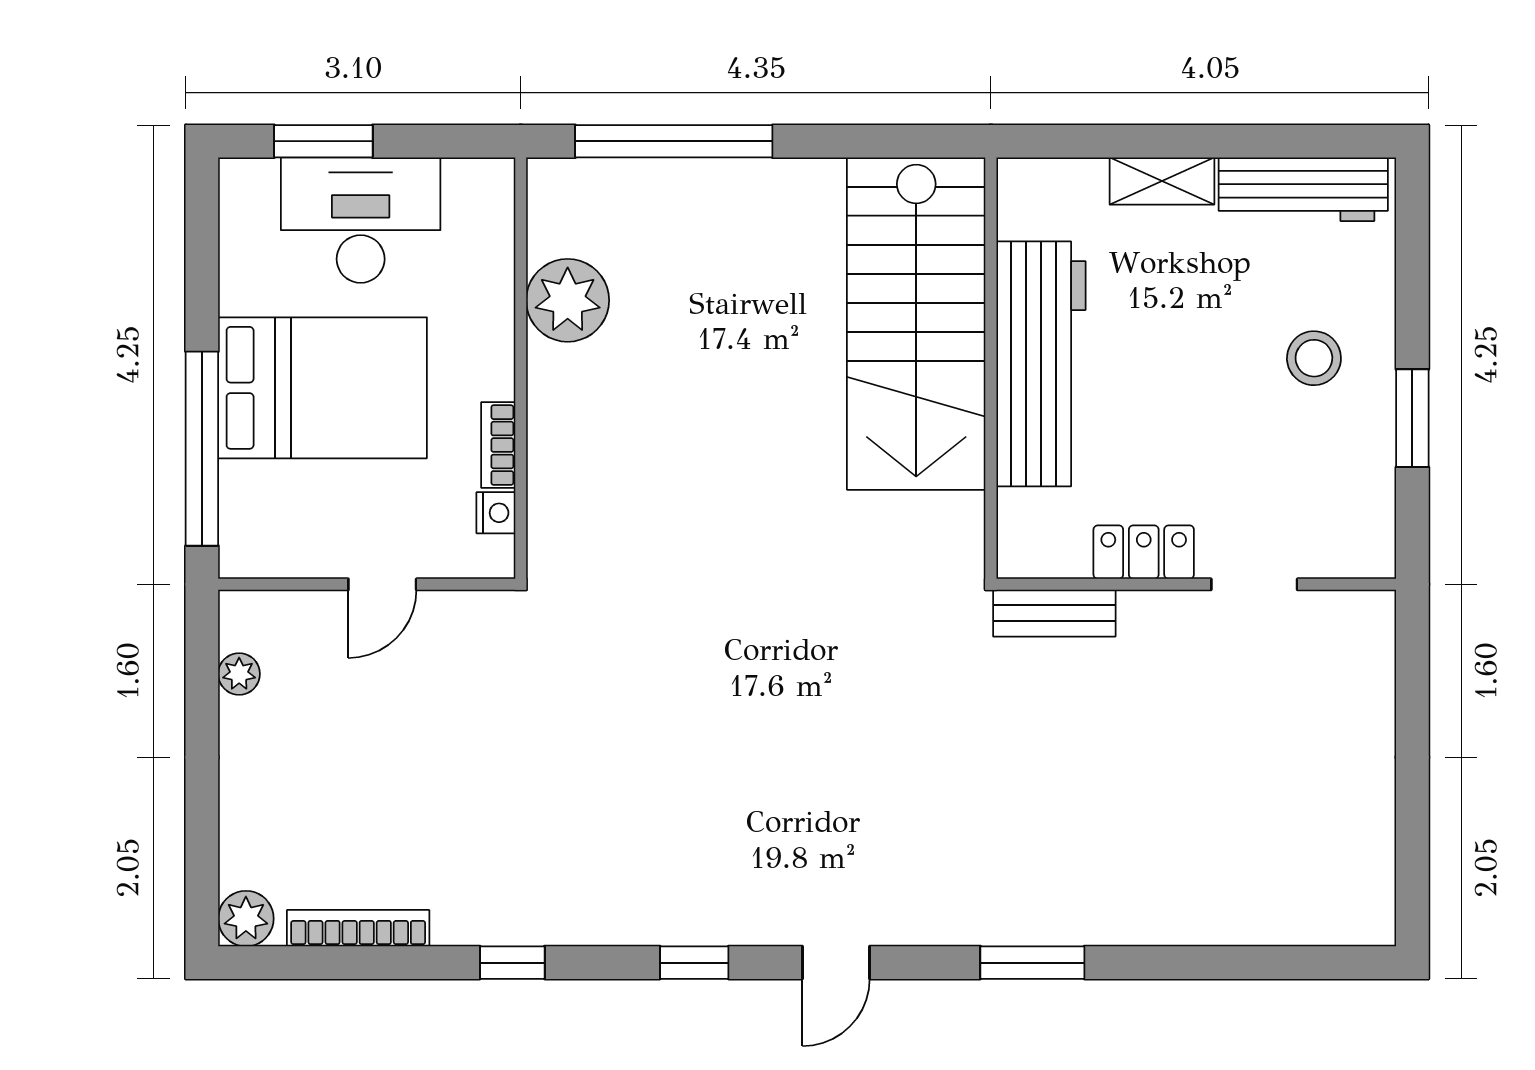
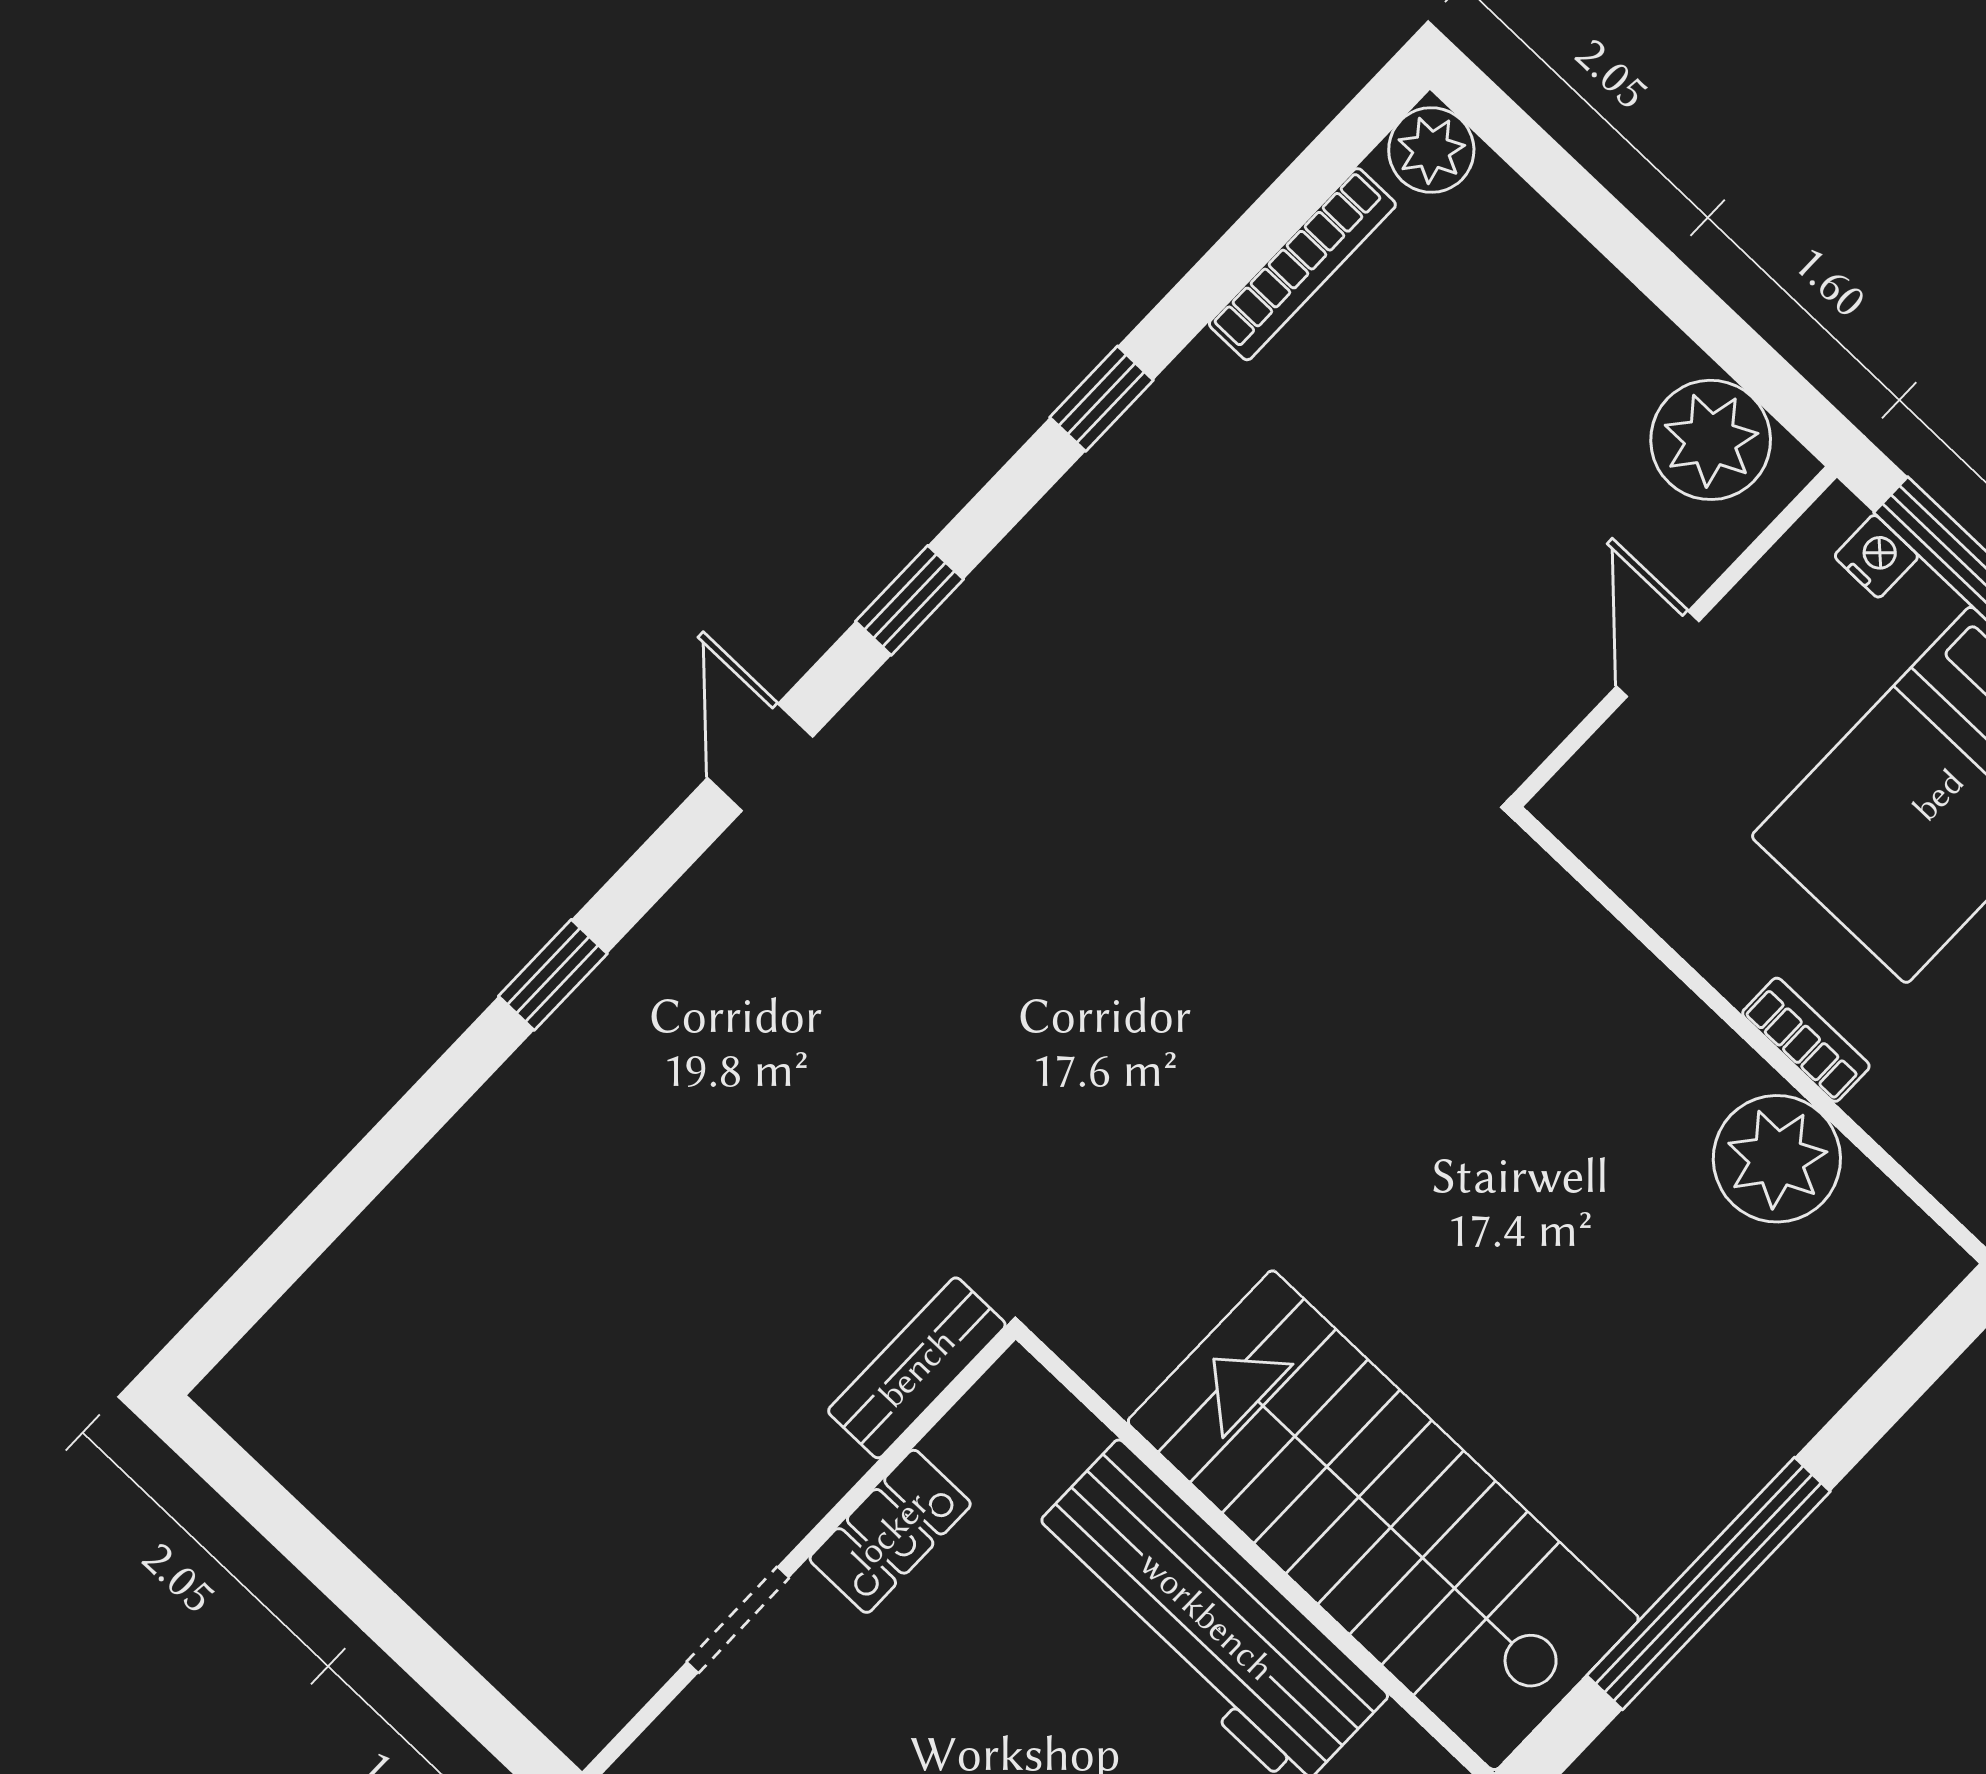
window: (674, 141) -> (1708, 1583), moved
bookcase: (498, 445) -> (1806, 1040), moved
nightstand: (496, 513) -> (1876, 556), moved, turned 180
plant: (239, 674) -> (1711, 440), width x1.88, depth x1.88
window: (1032, 963) -> (553, 975), width x0.67

